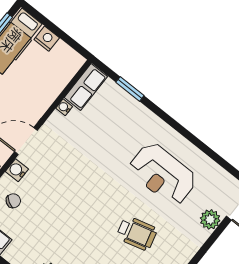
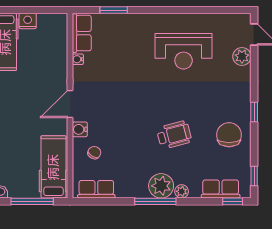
wheelchair: (137, 233) -> (174, 135), moved

